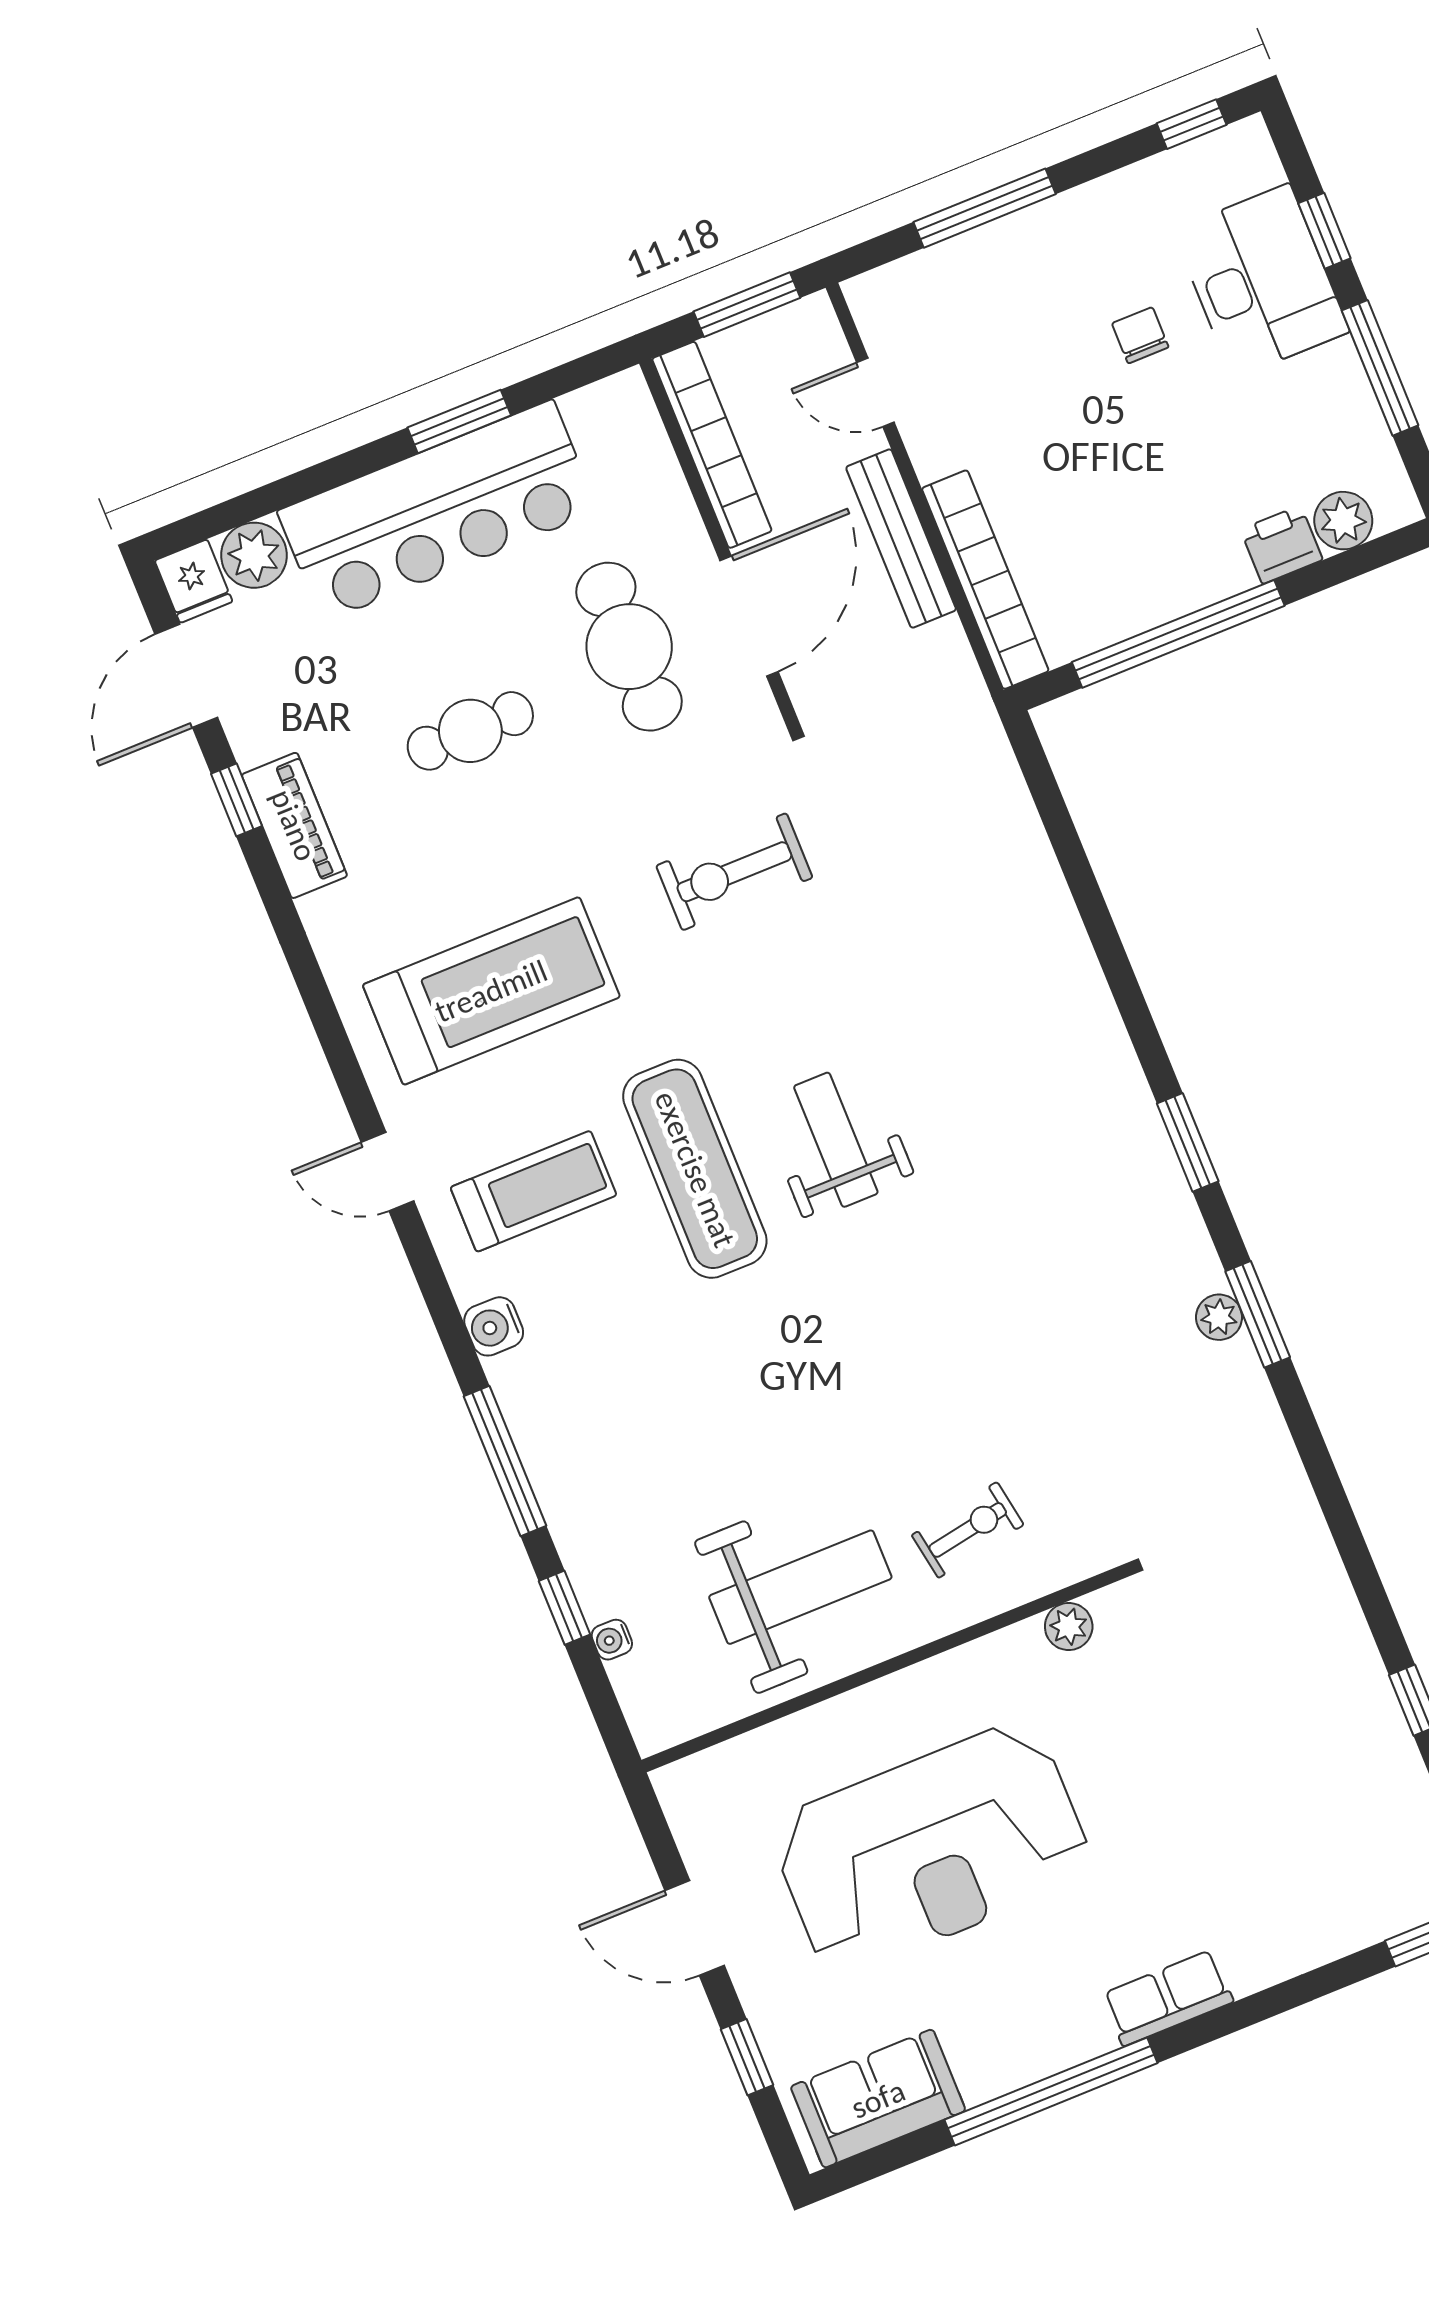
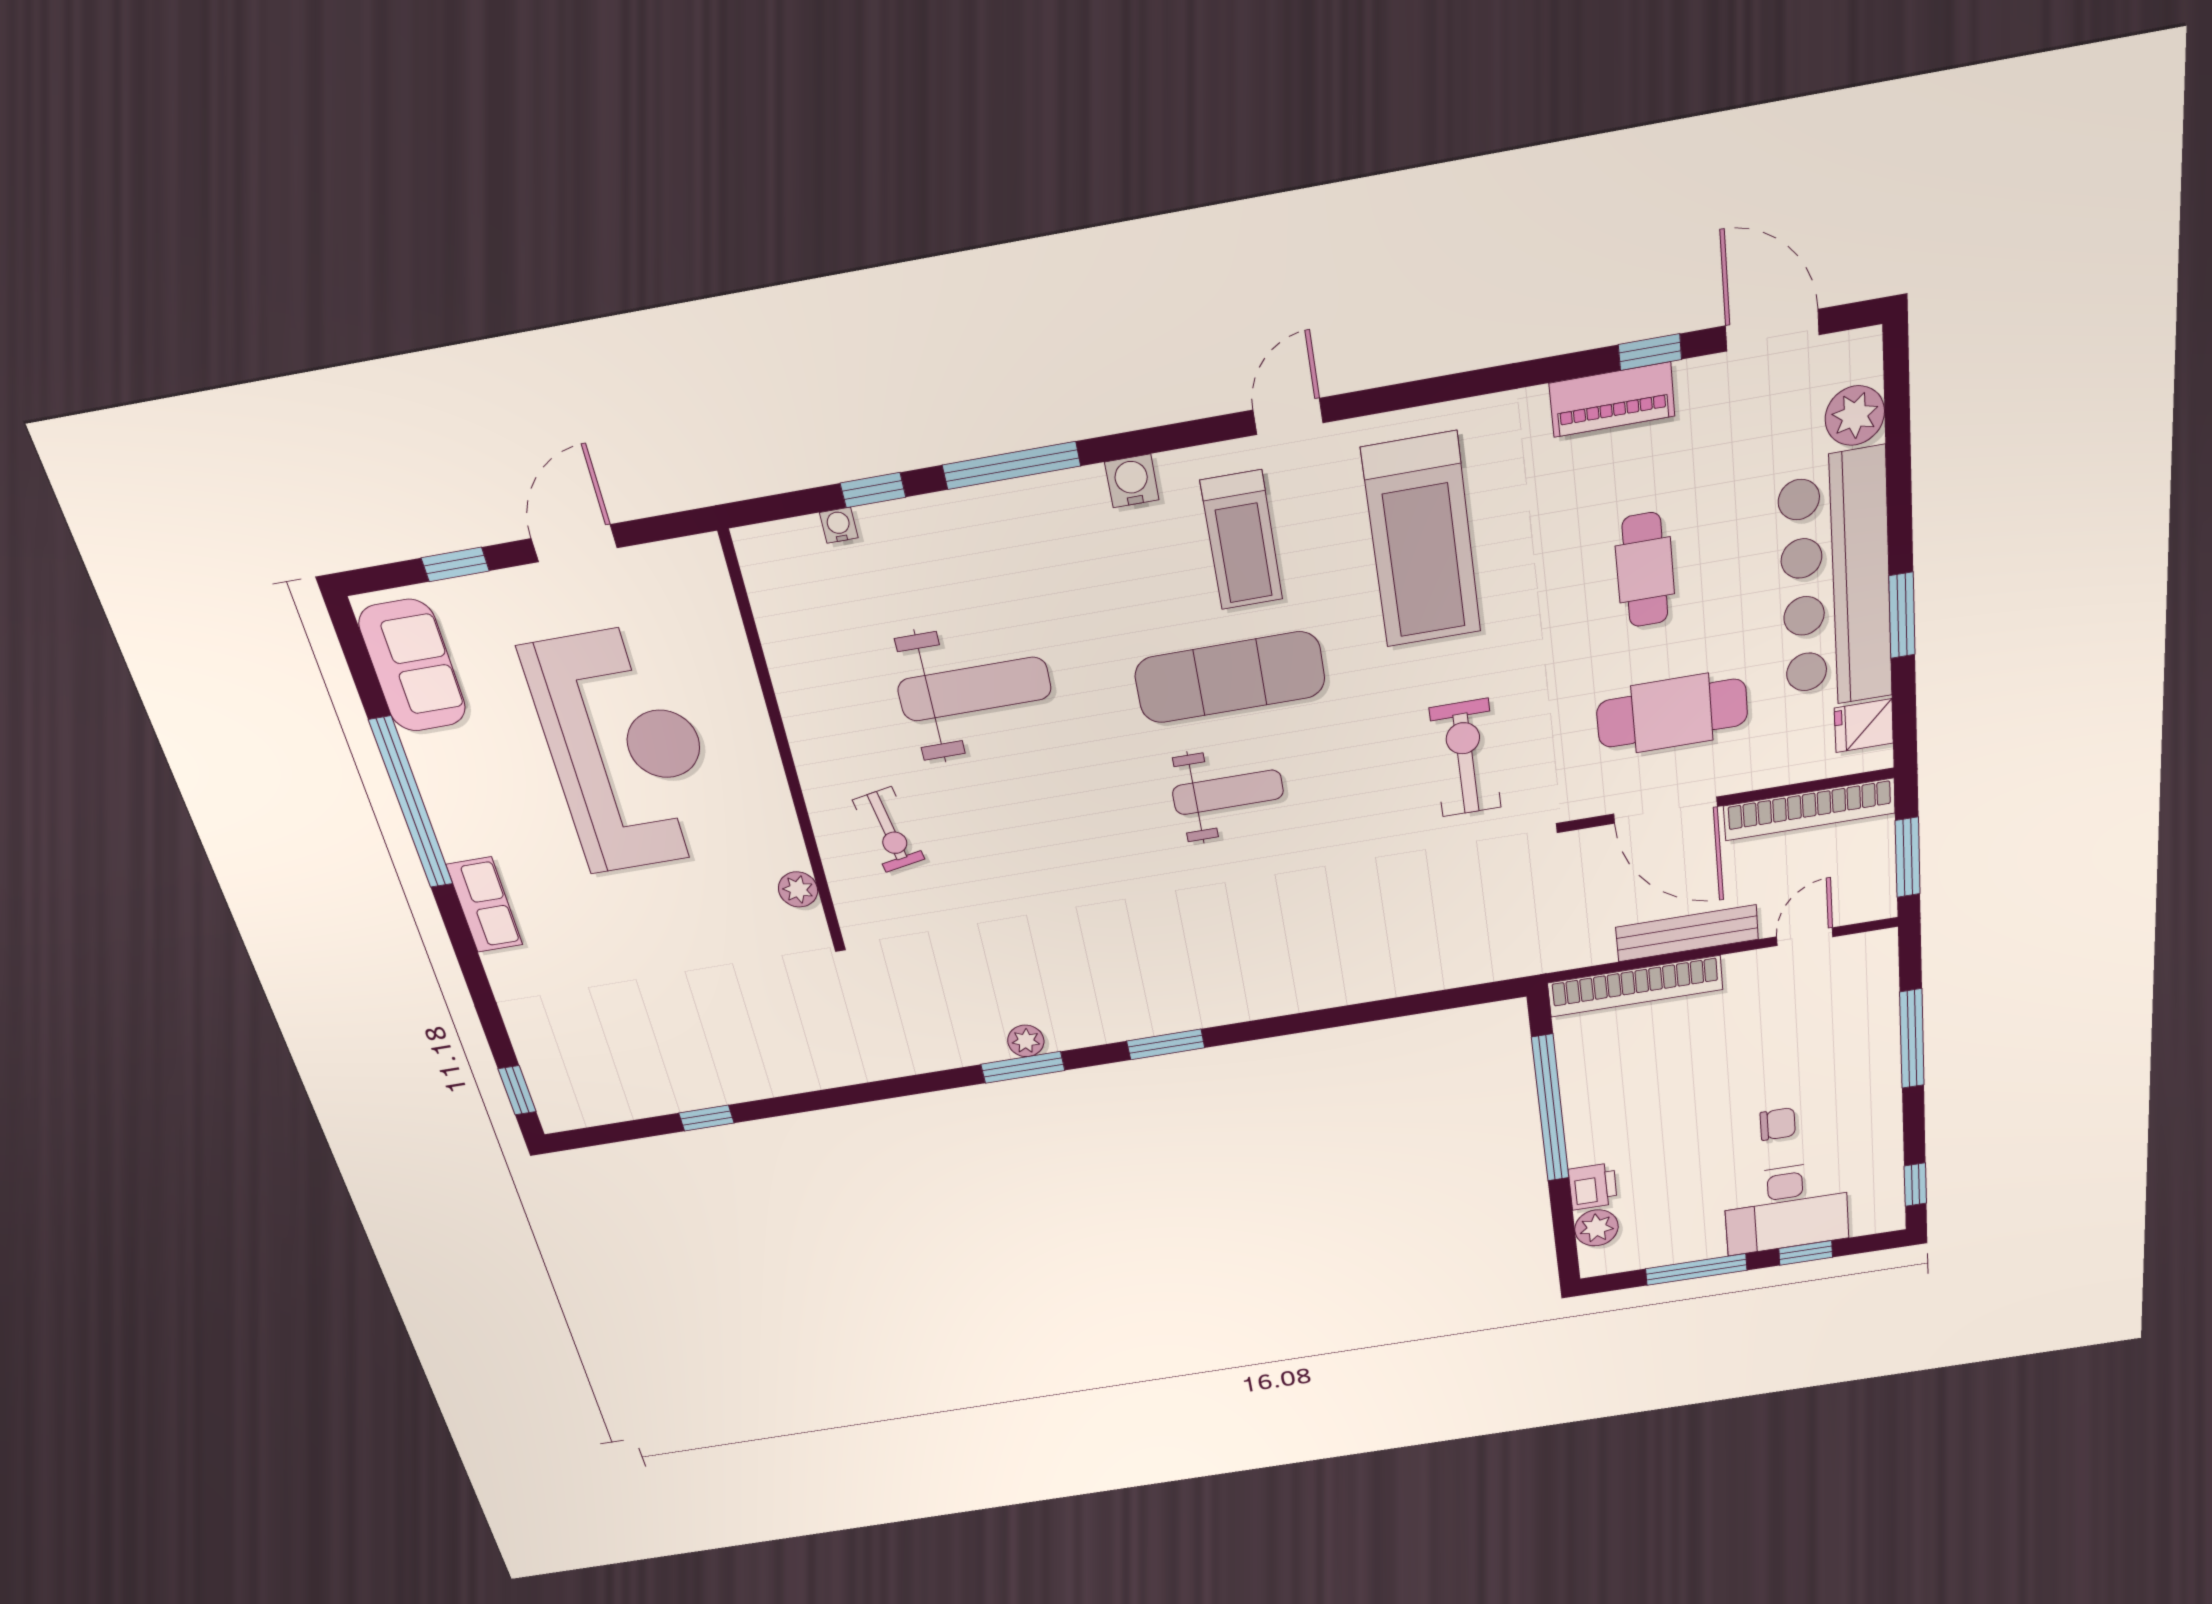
fridge: (194, 581) -> (1864, 726), moved
weight bench: (800, 1587) -> (974, 689), moved, turned -90
reception desk: (931, 1848) -> (626, 750), turned 180

